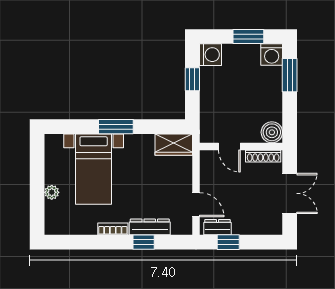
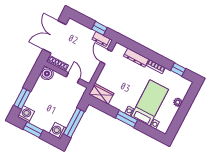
window: (192, 79) -> (74, 123), width x2.17
double door: (290, 193) -> (54, 37), width x1.37
window: (144, 242) -> (178, 69), moved

